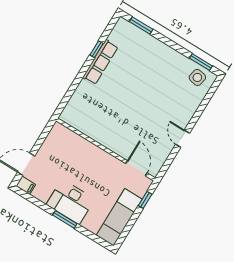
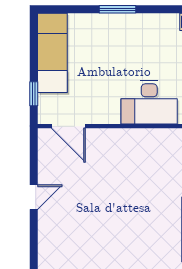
door: (183, 139) -> (34, 197), hinge flipped
desk: (71, 202) -> (149, 102), moved, turned 180

